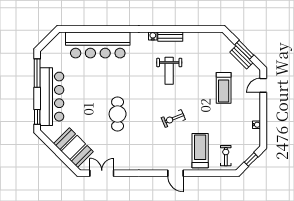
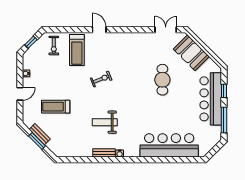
weight bench: (169, 71) -> (105, 122), turned -90
door: (263, 85) -> (20, 94), moved
treadmill: (224, 88) -> (56, 107), turned -90
cafe table: (118, 114) -> (162, 80), moved
window: (37, 117) -> (224, 91), moved
double door: (102, 173) -> (166, 30), swing flipped

